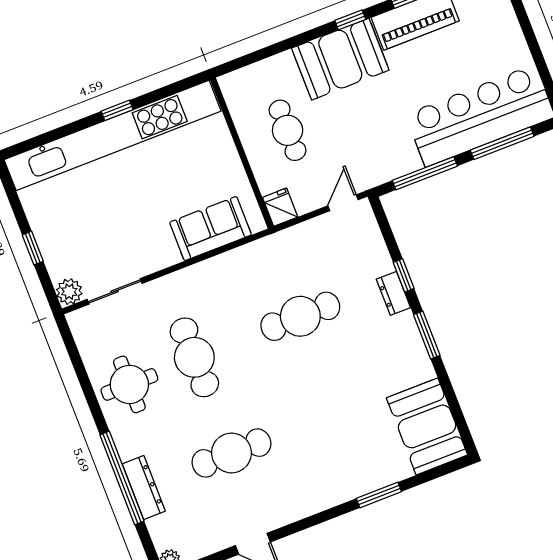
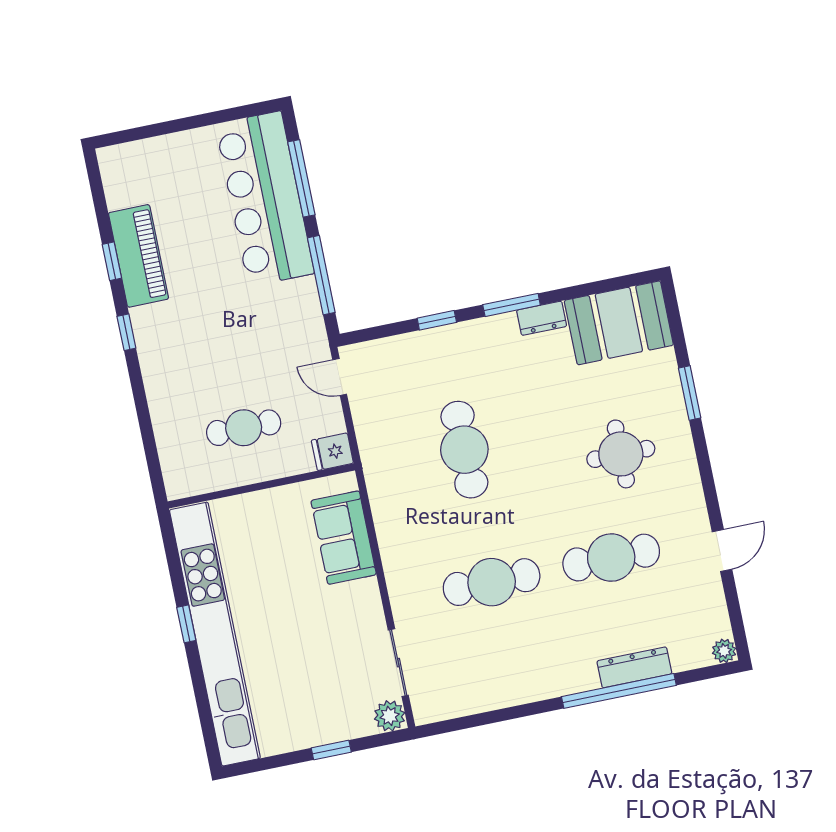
booth: (340, 59) -> (171, 352), removed
dresser: (393, 293) -> (542, 318), moved
round table: (129, 384) -> (621, 454), moved
cafe table: (231, 453) -> (611, 558), turned 90

